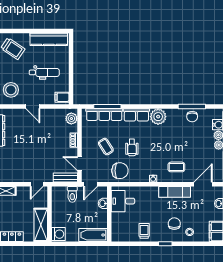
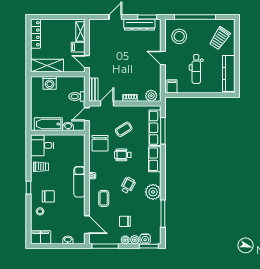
door: (33, 107) -> (163, 58), hinge flipped
plant: (158, 117) -> (153, 192), moved
chair: (192, 117) -> (125, 221), moved
wheelchair: (163, 142) -> (128, 185), added
door: (90, 184) -> (87, 114), hinge flipped
exam couch: (175, 192) -> (79, 182), moved
filing cabinet: (22, 193) -> (78, 47), added
desk: (123, 201) -> (42, 145), moved, turned -90
washing machine: (58, 234) -> (50, 83), moved
bathtub: (93, 235) -> (48, 124), moved, turned -90

